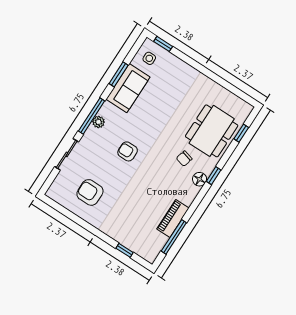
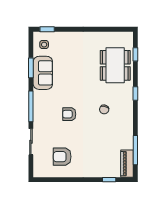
plant: (99, 122) -> (38, 107), removed
chair: (184, 159) -> (104, 109), moved
floor lamp: (200, 179) -> (128, 102), removed
piano: (173, 219) -> (127, 164), moved

